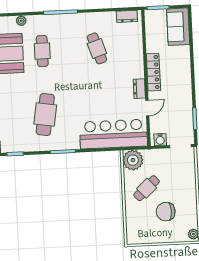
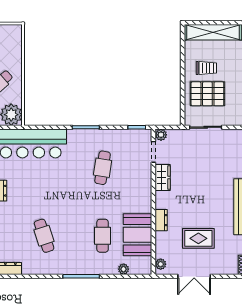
cafe table: (45, 114) -> (103, 168), width x0.73, depth x0.74

